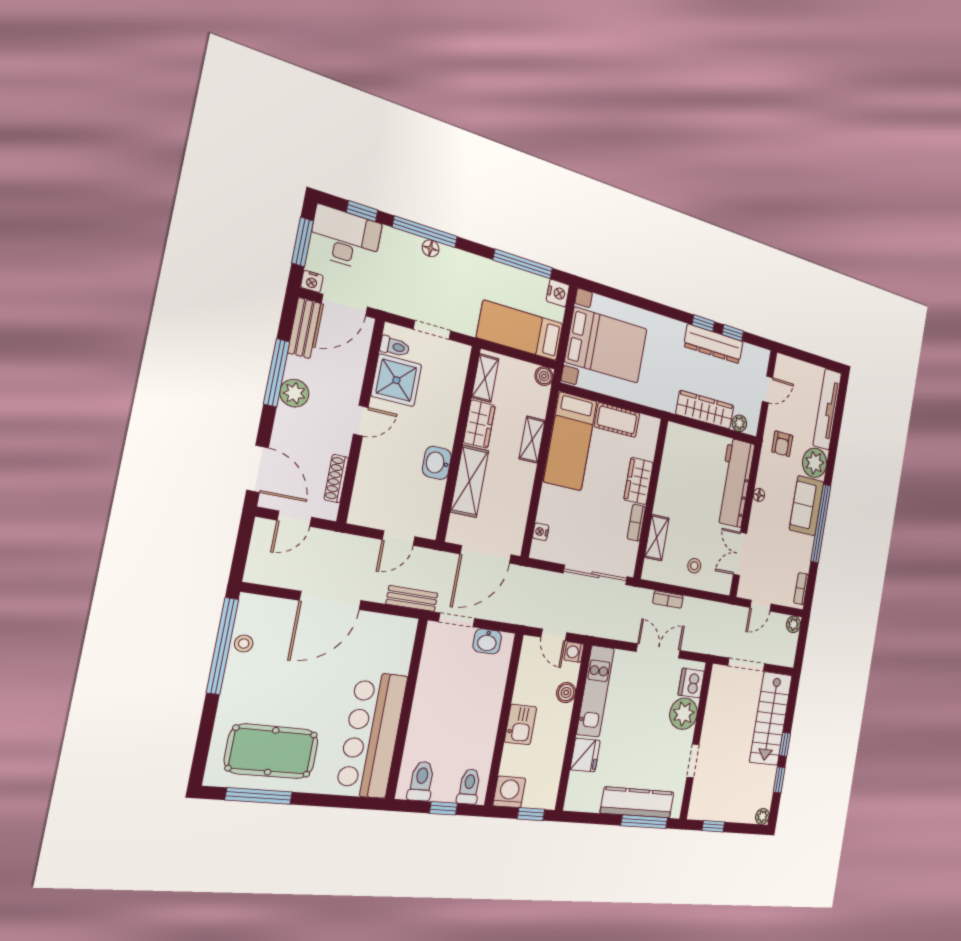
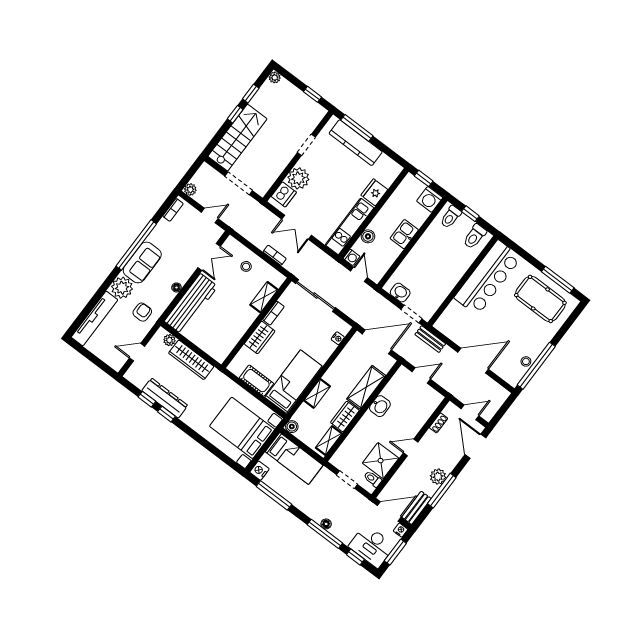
shoe rack: (336, 479) -> (439, 423), width x0.70

